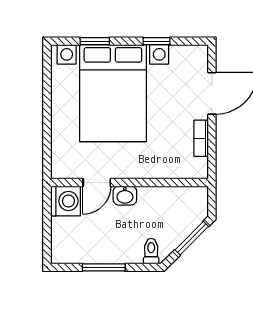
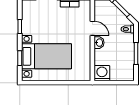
bed with nightstands: (113, 93) -> (47, 56), width x0.73
door: (97, 183) -> (92, 28), moved

